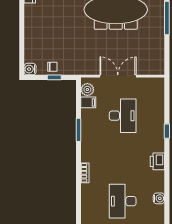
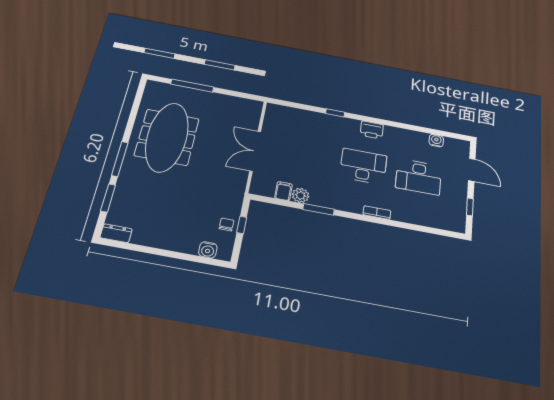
water cooler: (30, 69) -> (208, 250), moved
plant: (87, 90) -> (301, 195), moved
desk: (123, 116) -> (363, 166), moved
water cooler: (159, 198) -> (436, 141), moved

